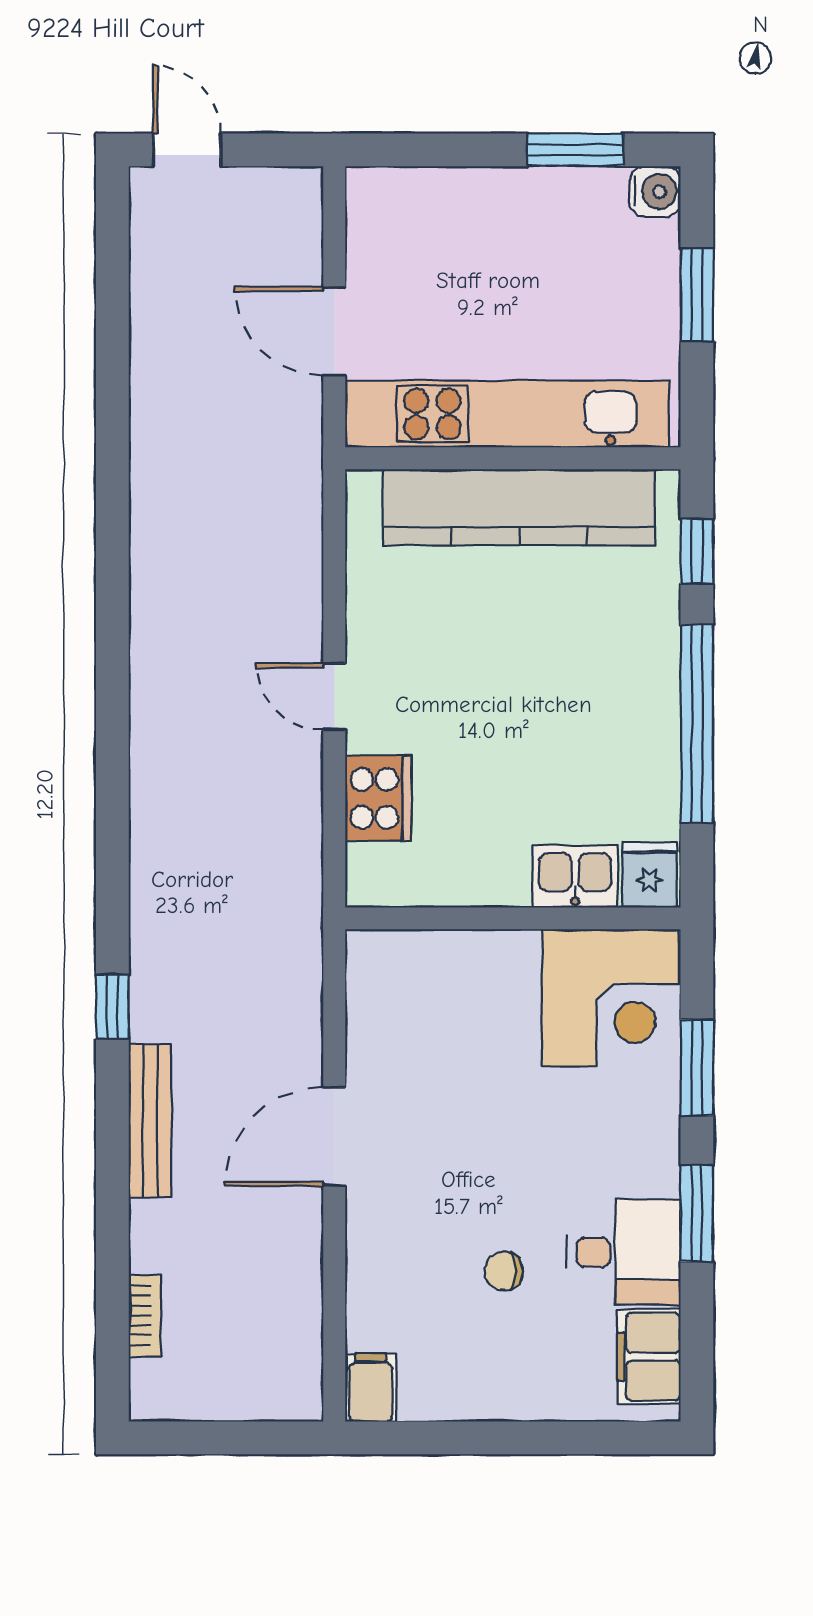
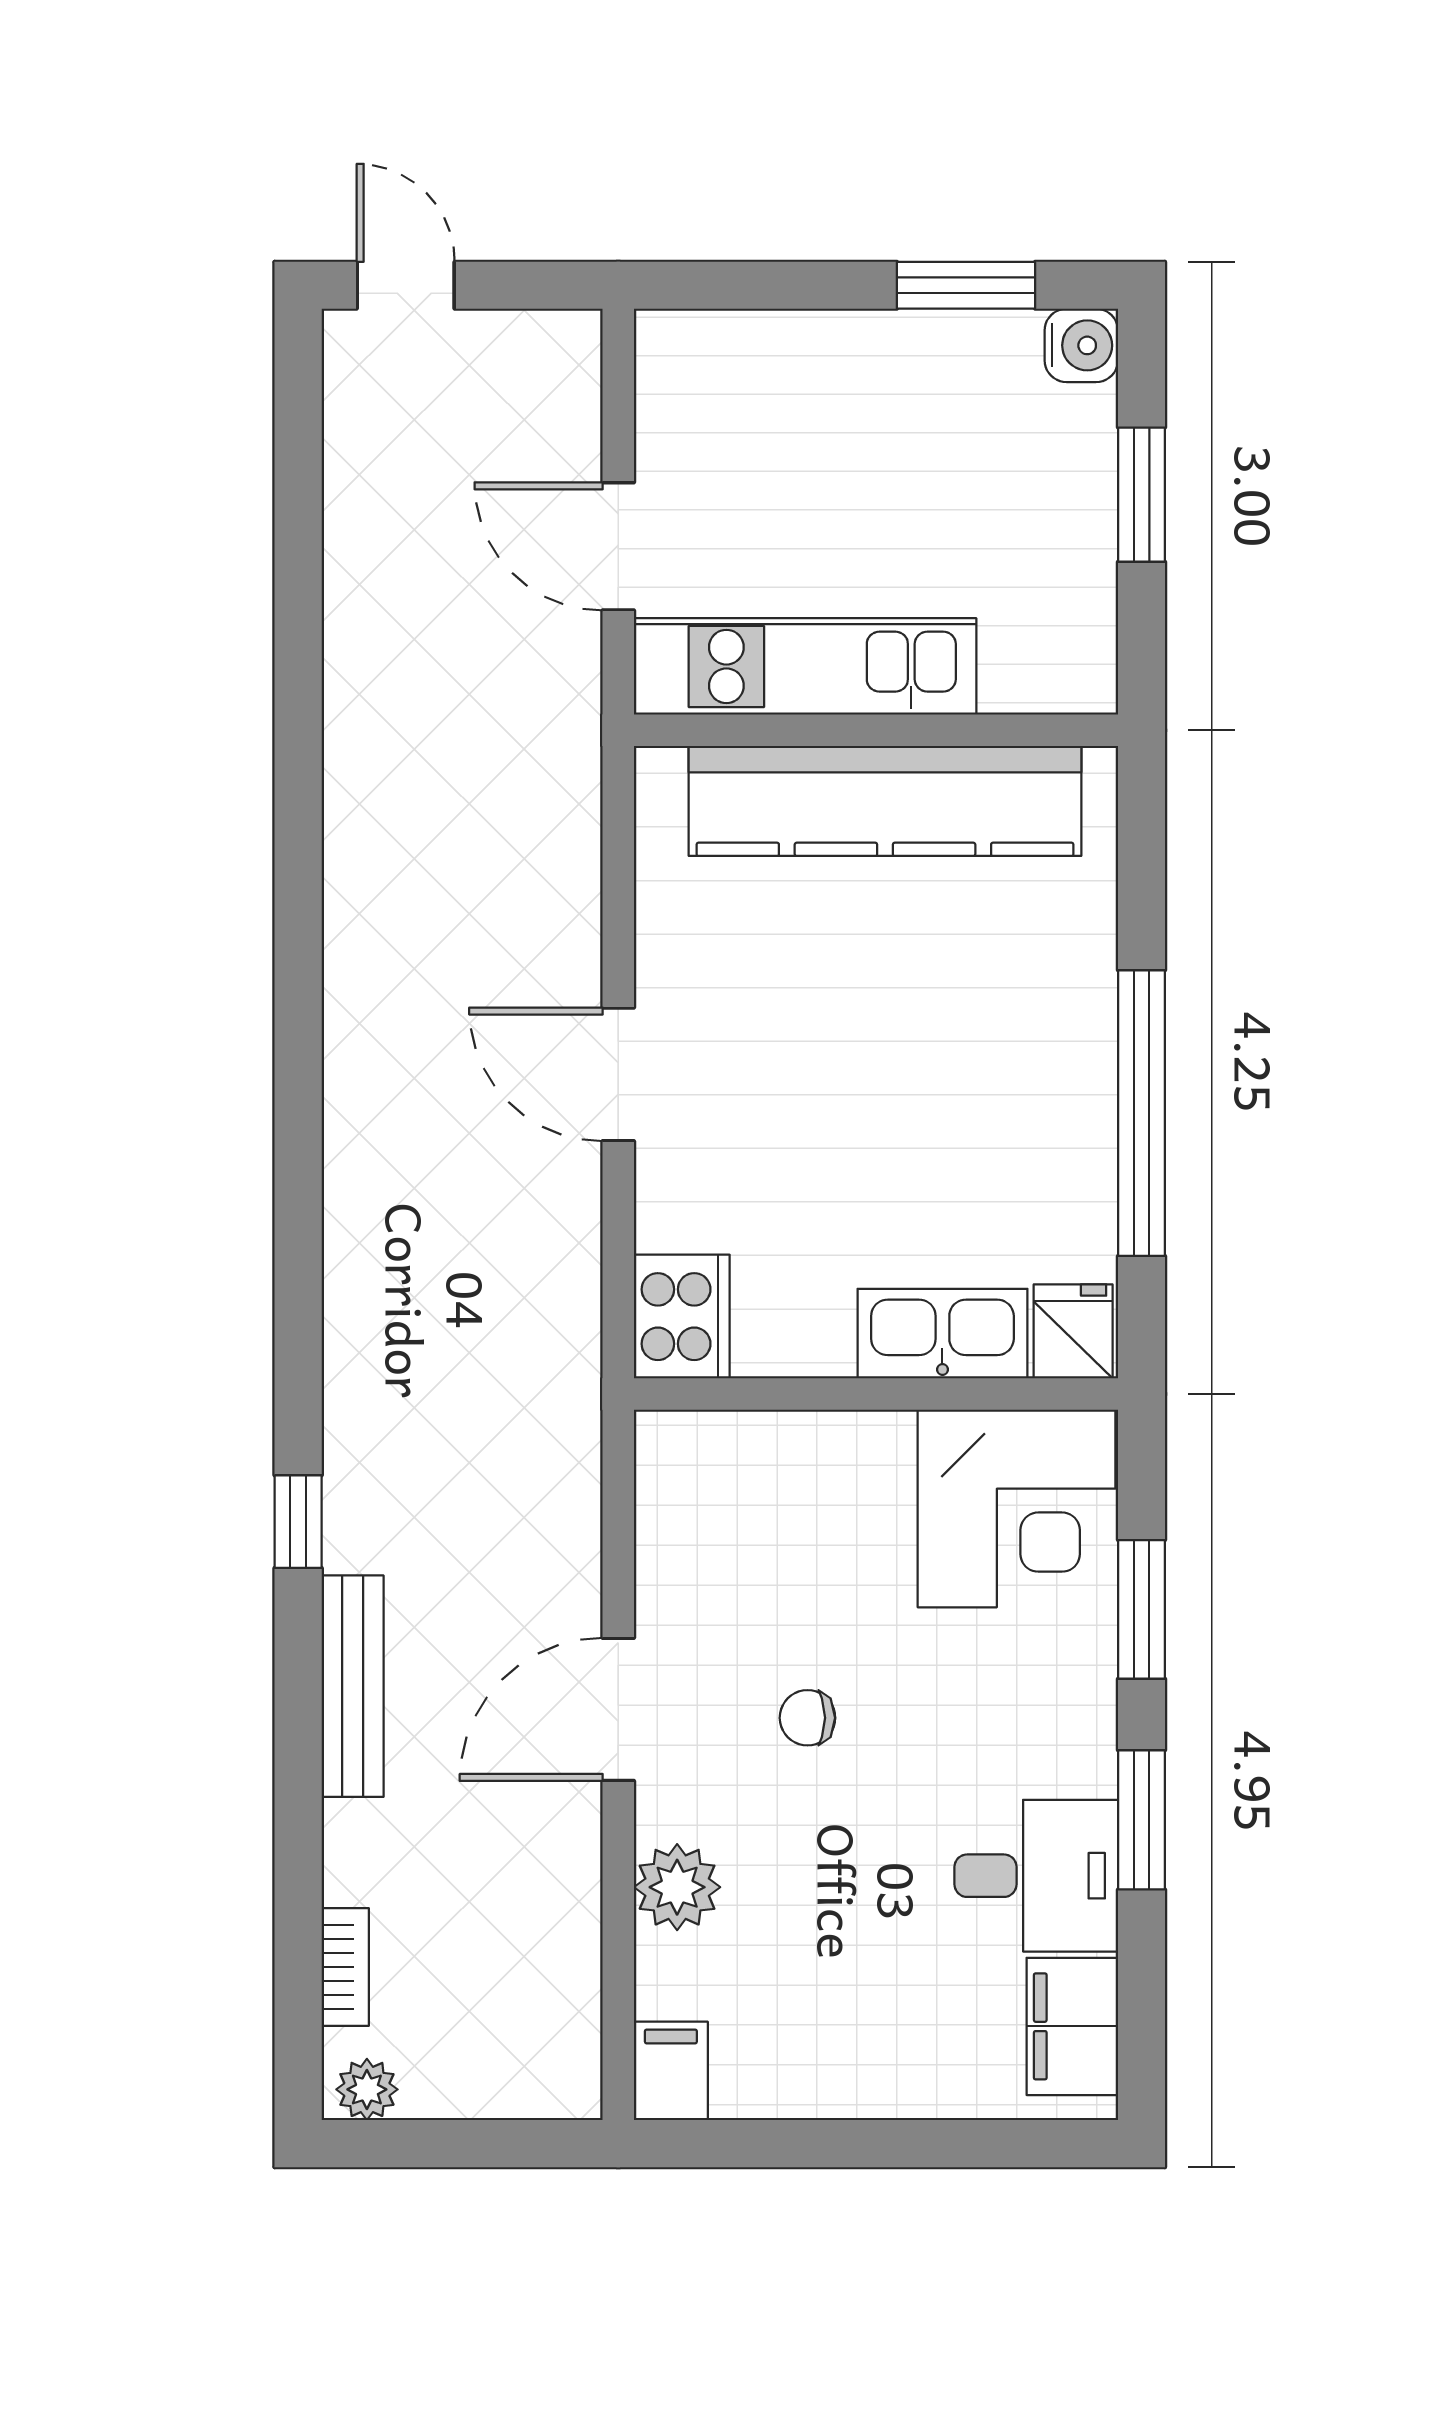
kitchen unit: (507, 414) -> (805, 666), width x0.73
window: (697, 551) -> (1141, 865), removed
door: (334, 697) -> (618, 1074), width x1.38
cooker: (378, 798) -> (682, 1317), moved
kitchen sink: (575, 876) -> (942, 1334), width x1.38
plant: (375, 1260) -> (677, 1887), added
chair: (504, 1271) -> (807, 1718), moved
plant: (160, 1400) -> (367, 2089), added

